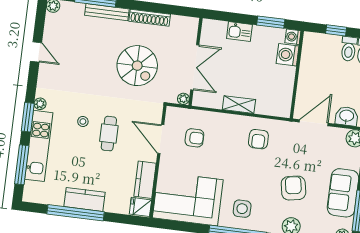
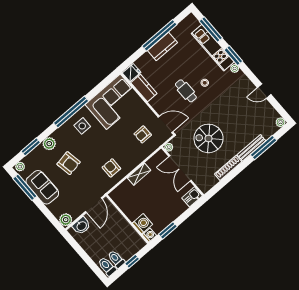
kitchen sink: (239, 32) -> (192, 197), moved
door: (161, 139) -> (165, 124), moved

